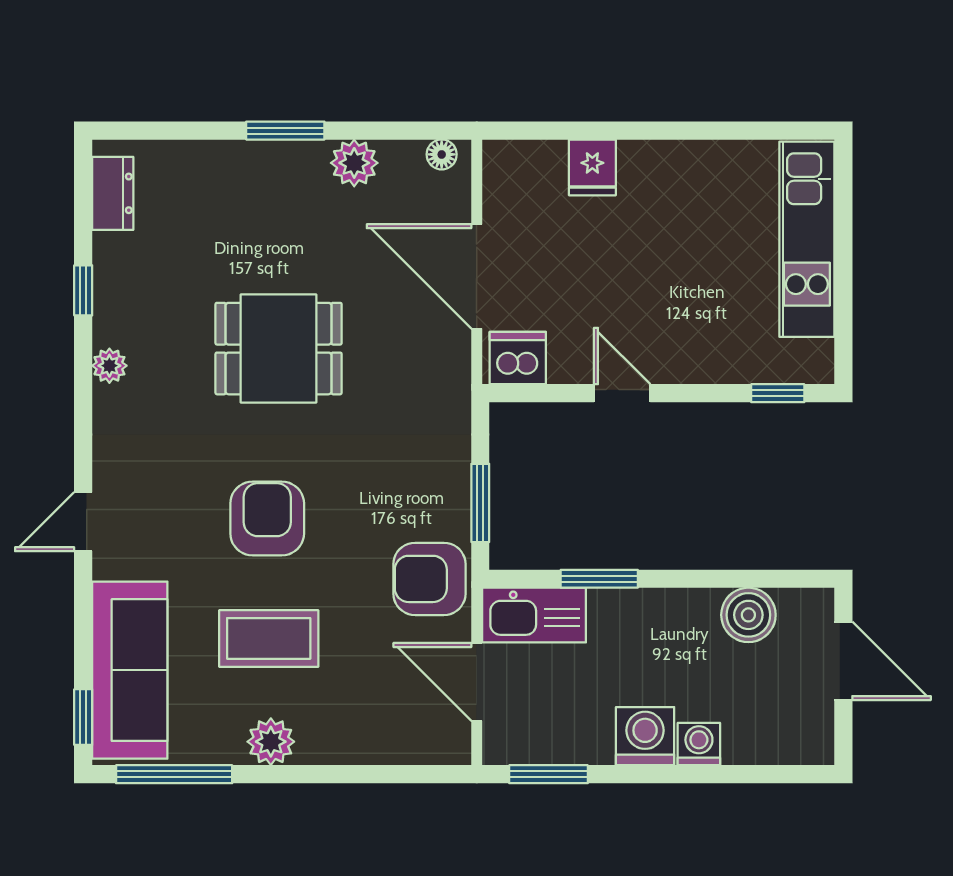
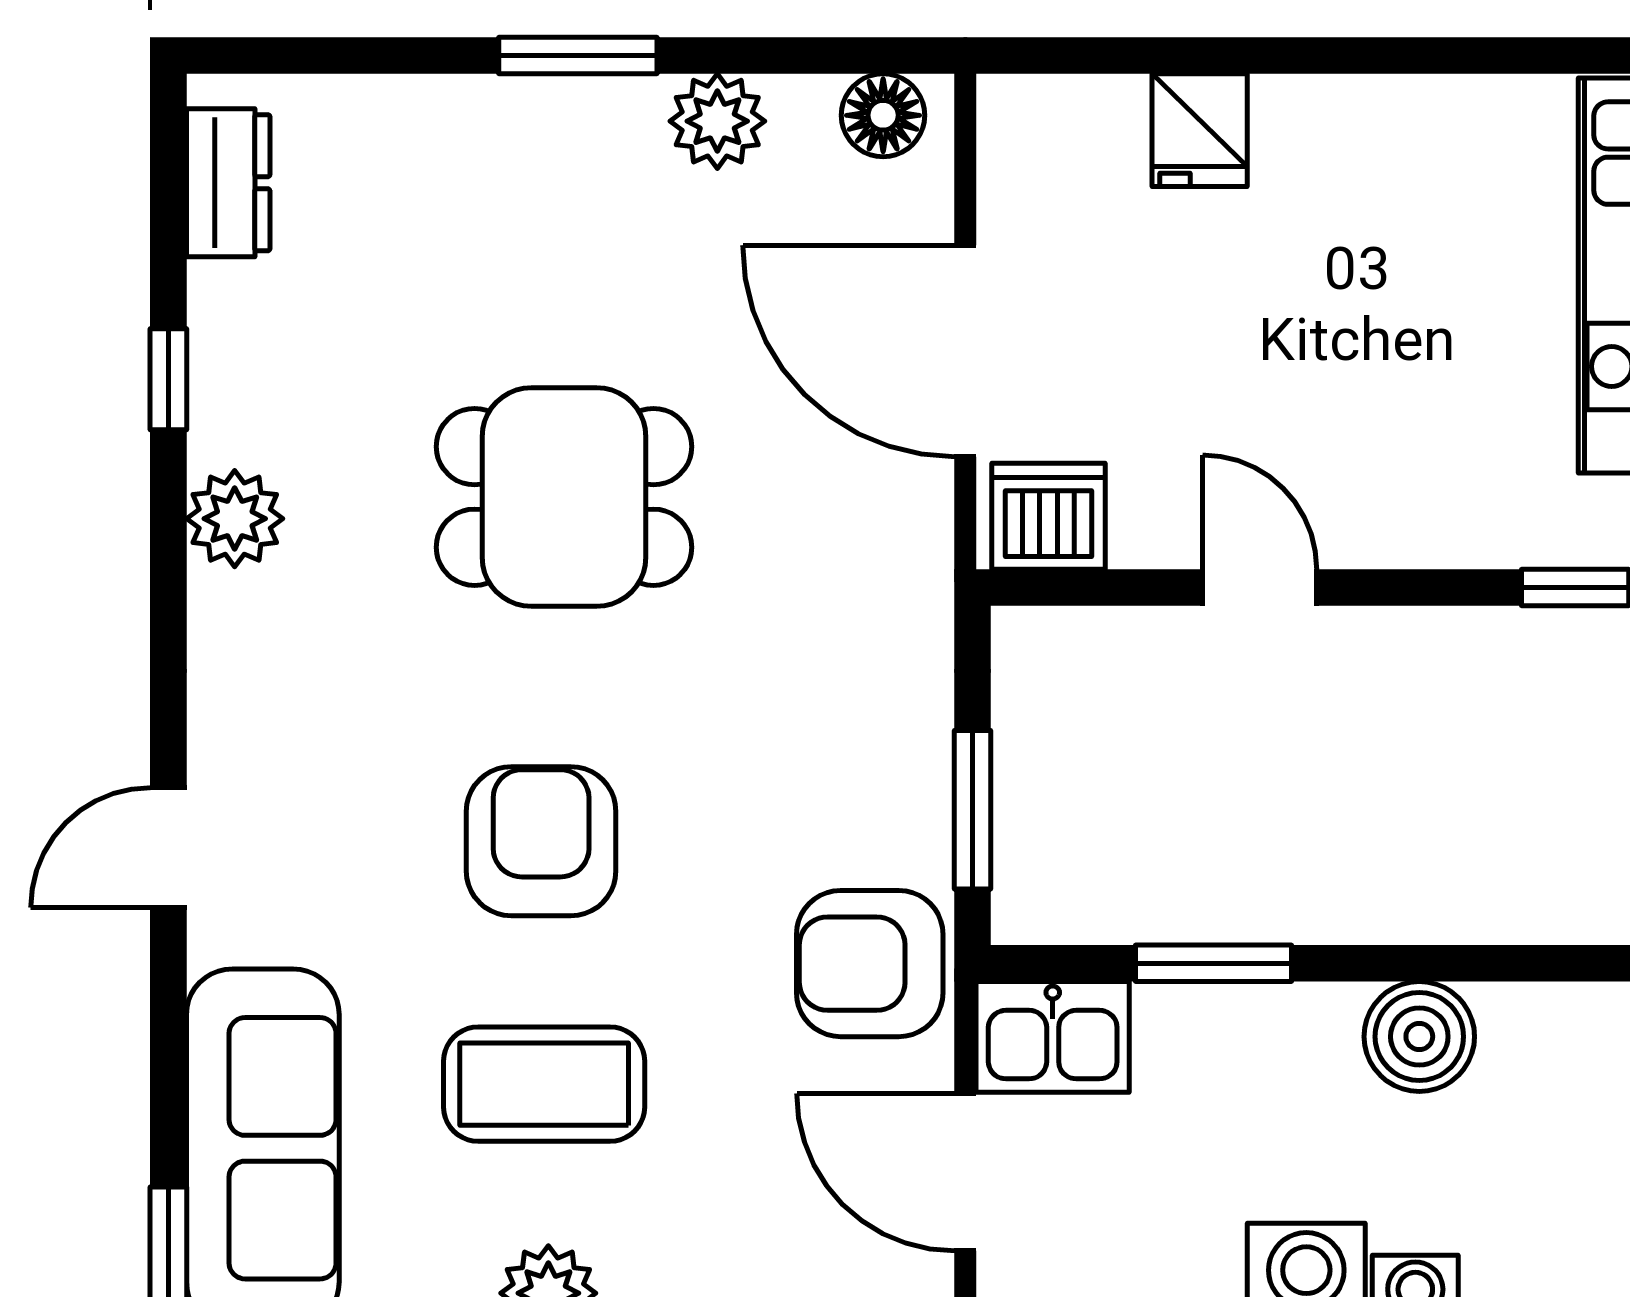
floor lamp: (442, 154) -> (883, 115), width x1.37, depth x1.37
plant: (109, 366) -> (235, 519), width x1.38, depth x1.38
kitchen sink: (534, 615) -> (1053, 1037), width x0.73
boiler: (748, 615) -> (1419, 1037), moved

